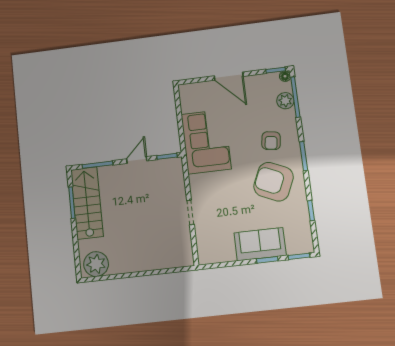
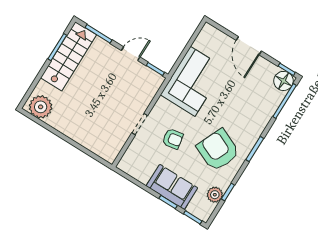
floor lamp: (285, 76) -> (284, 81), width x1.89, depth x1.89
plant: (285, 101) -> (215, 195), moved
armchair: (271, 141) -> (173, 139), moved, turned -108

